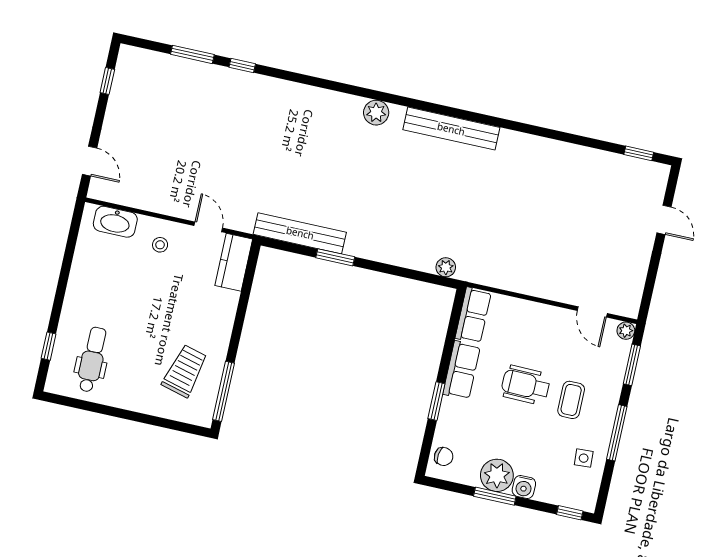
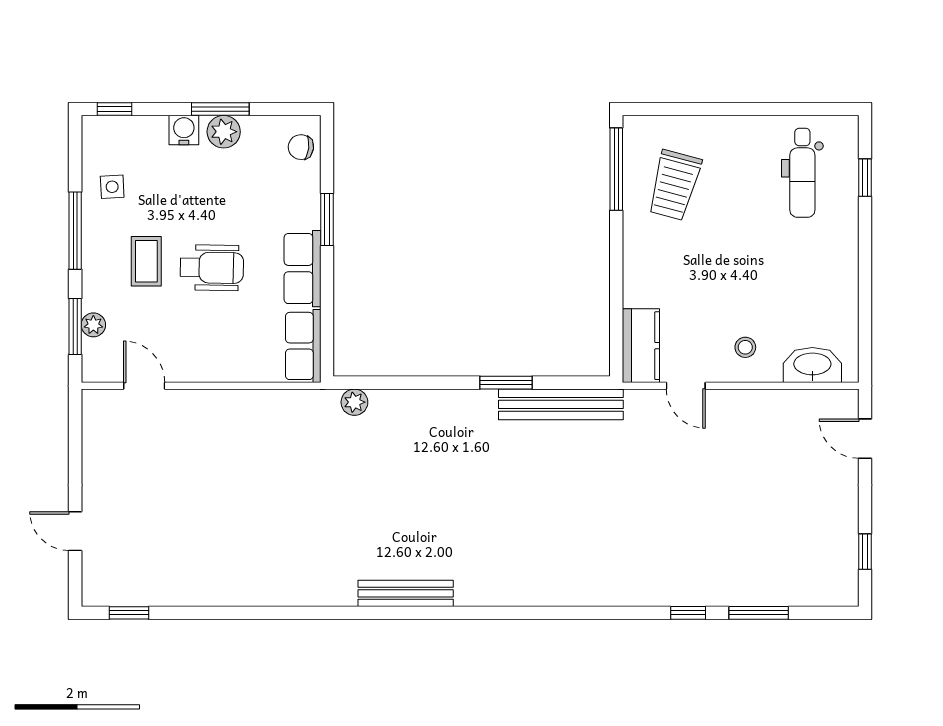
plant: (376, 113) -> (494, 589), removed
bench: (451, 129) -> (406, 593), width x0.73, depth x0.82
plant: (626, 331) -> (93, 325), moved
plant: (497, 475) -> (224, 132), width x0.73, depth x0.73

